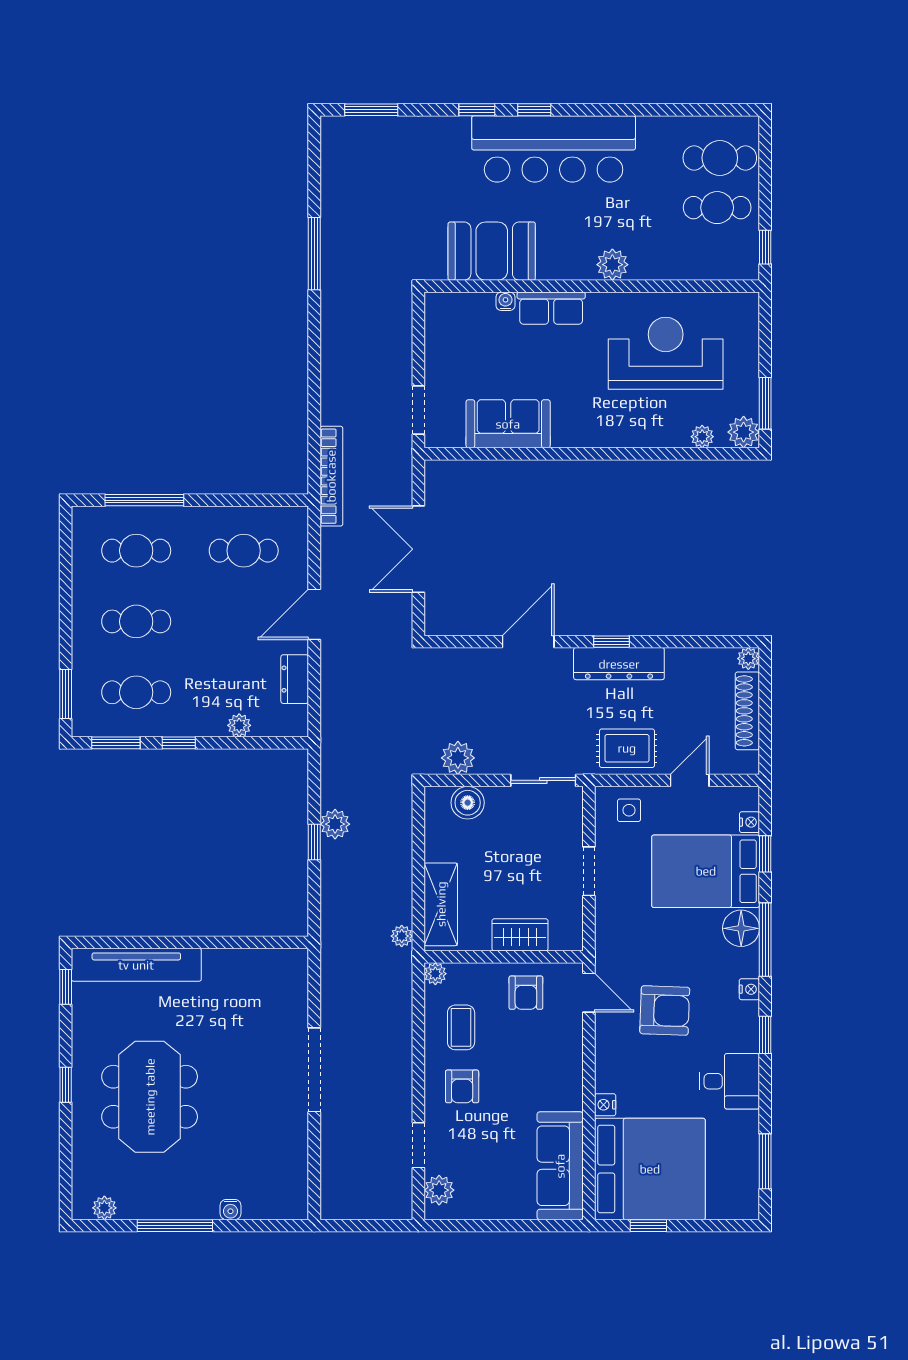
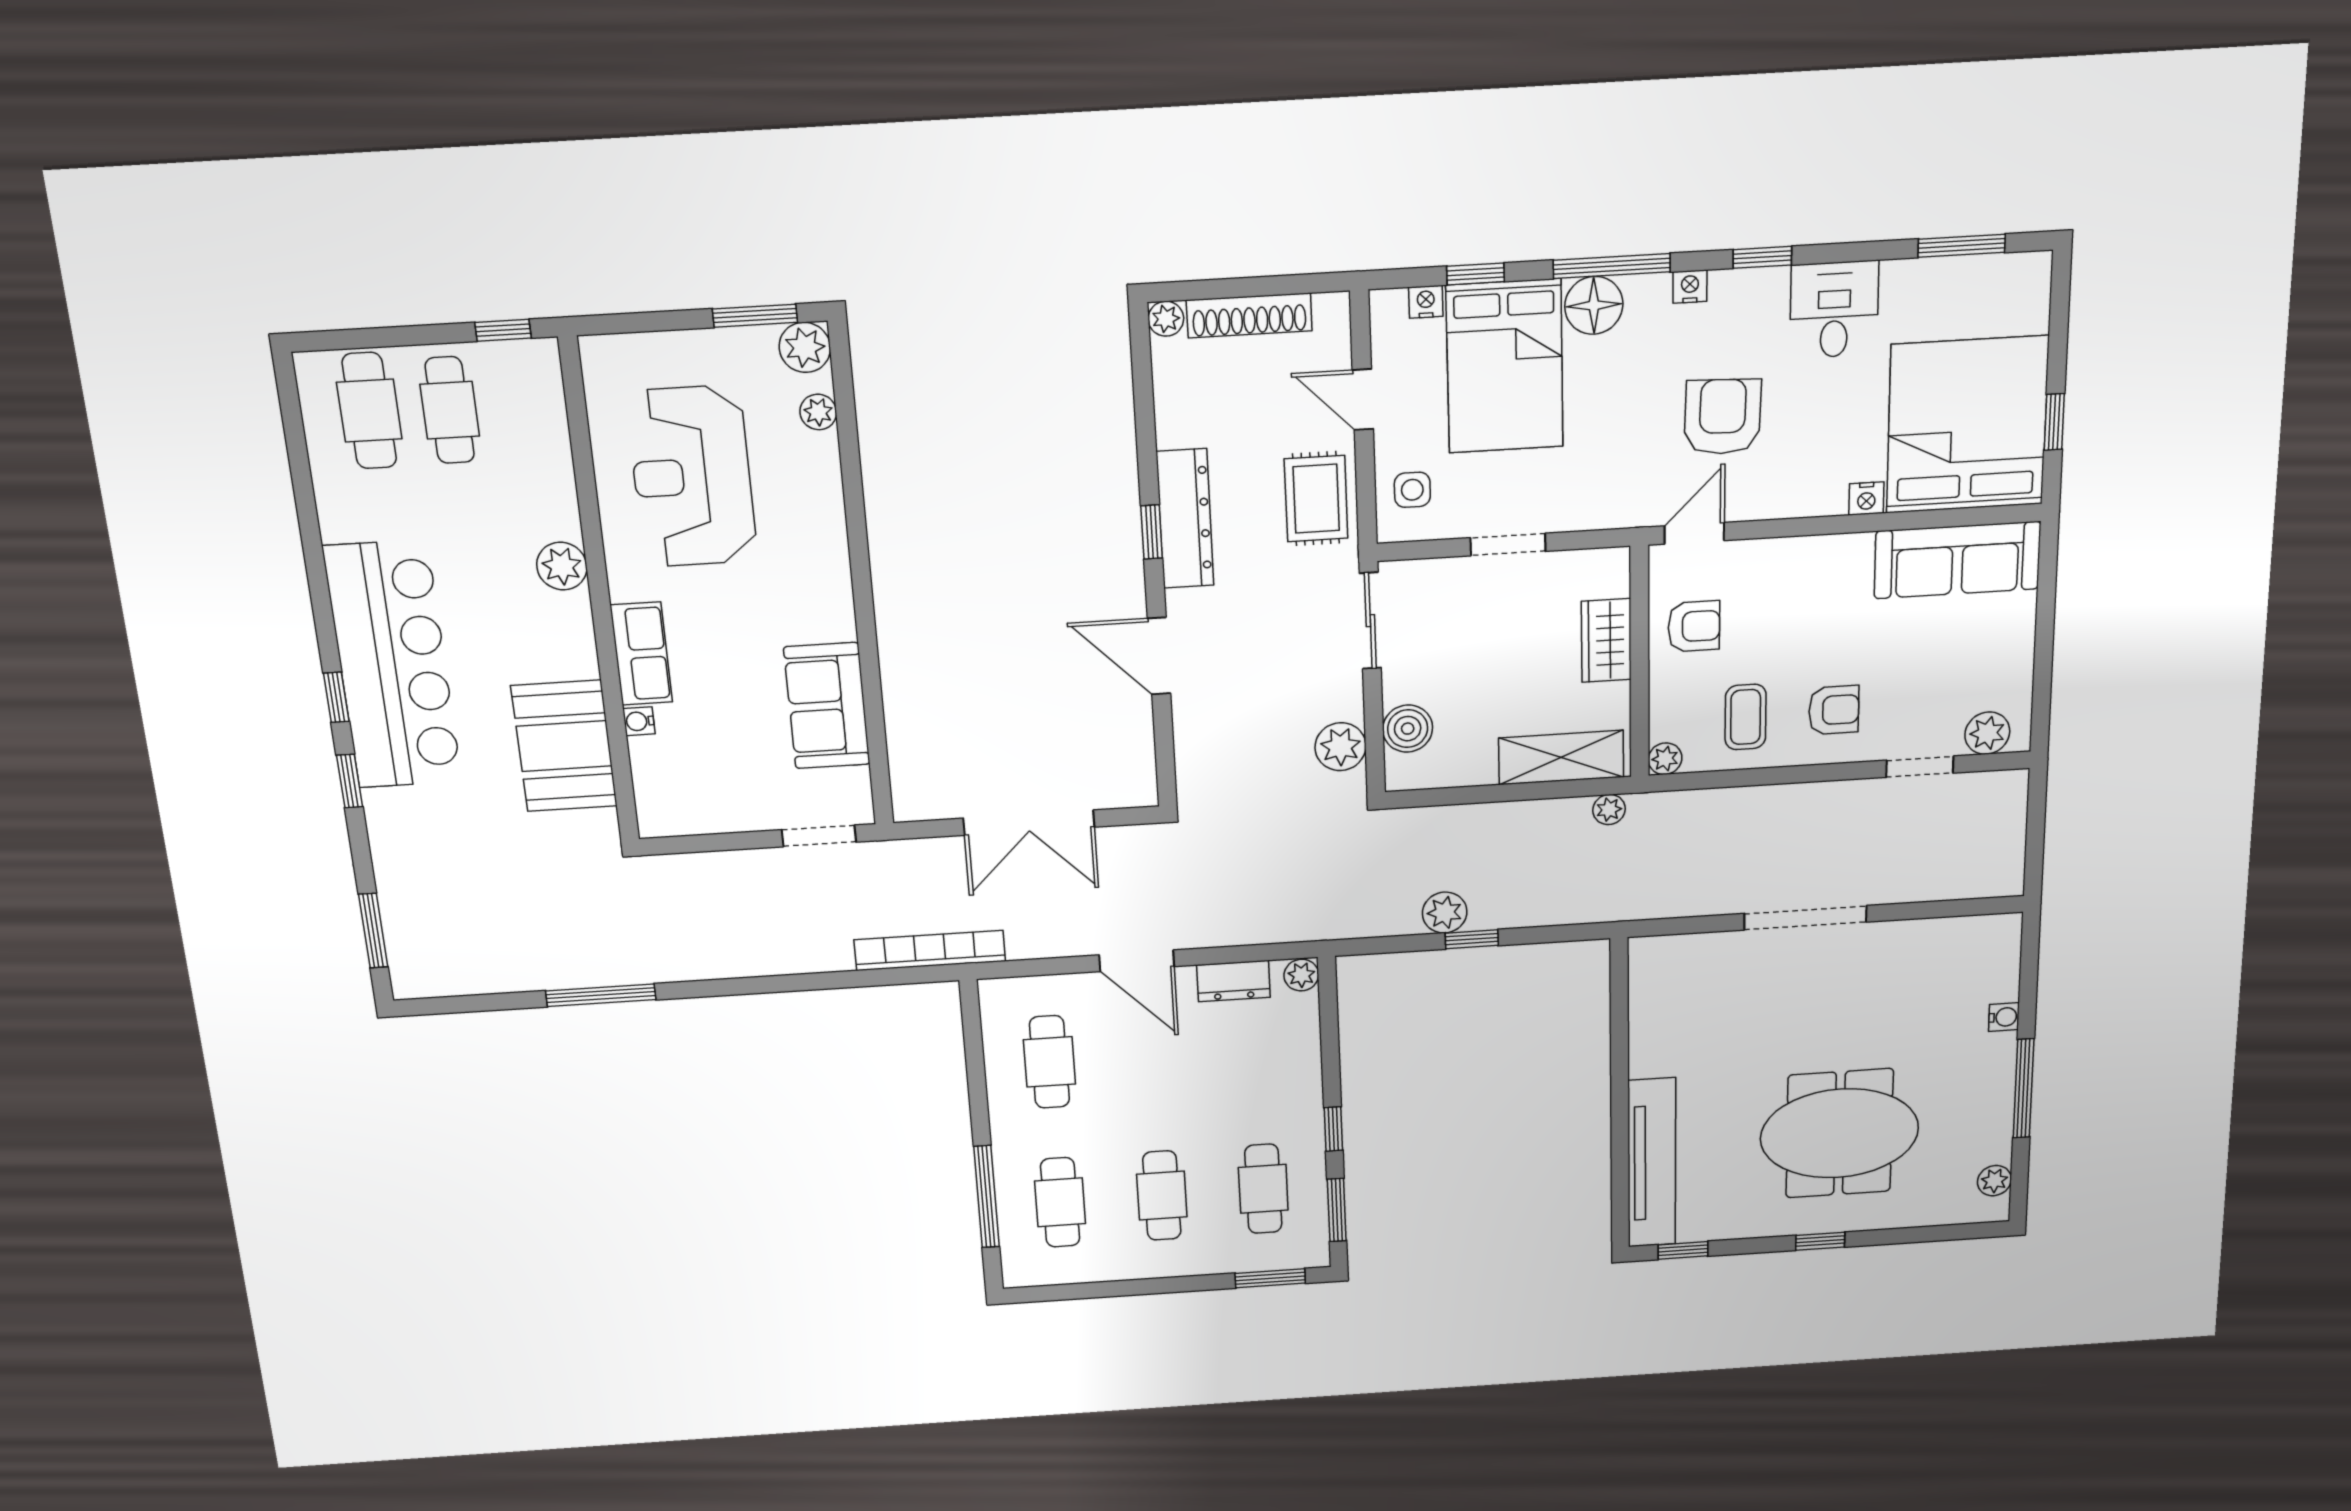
plant: (239, 725) -> (1301, 975), moved
coffee table: (461, 1027) -> (1746, 717), turned 90

